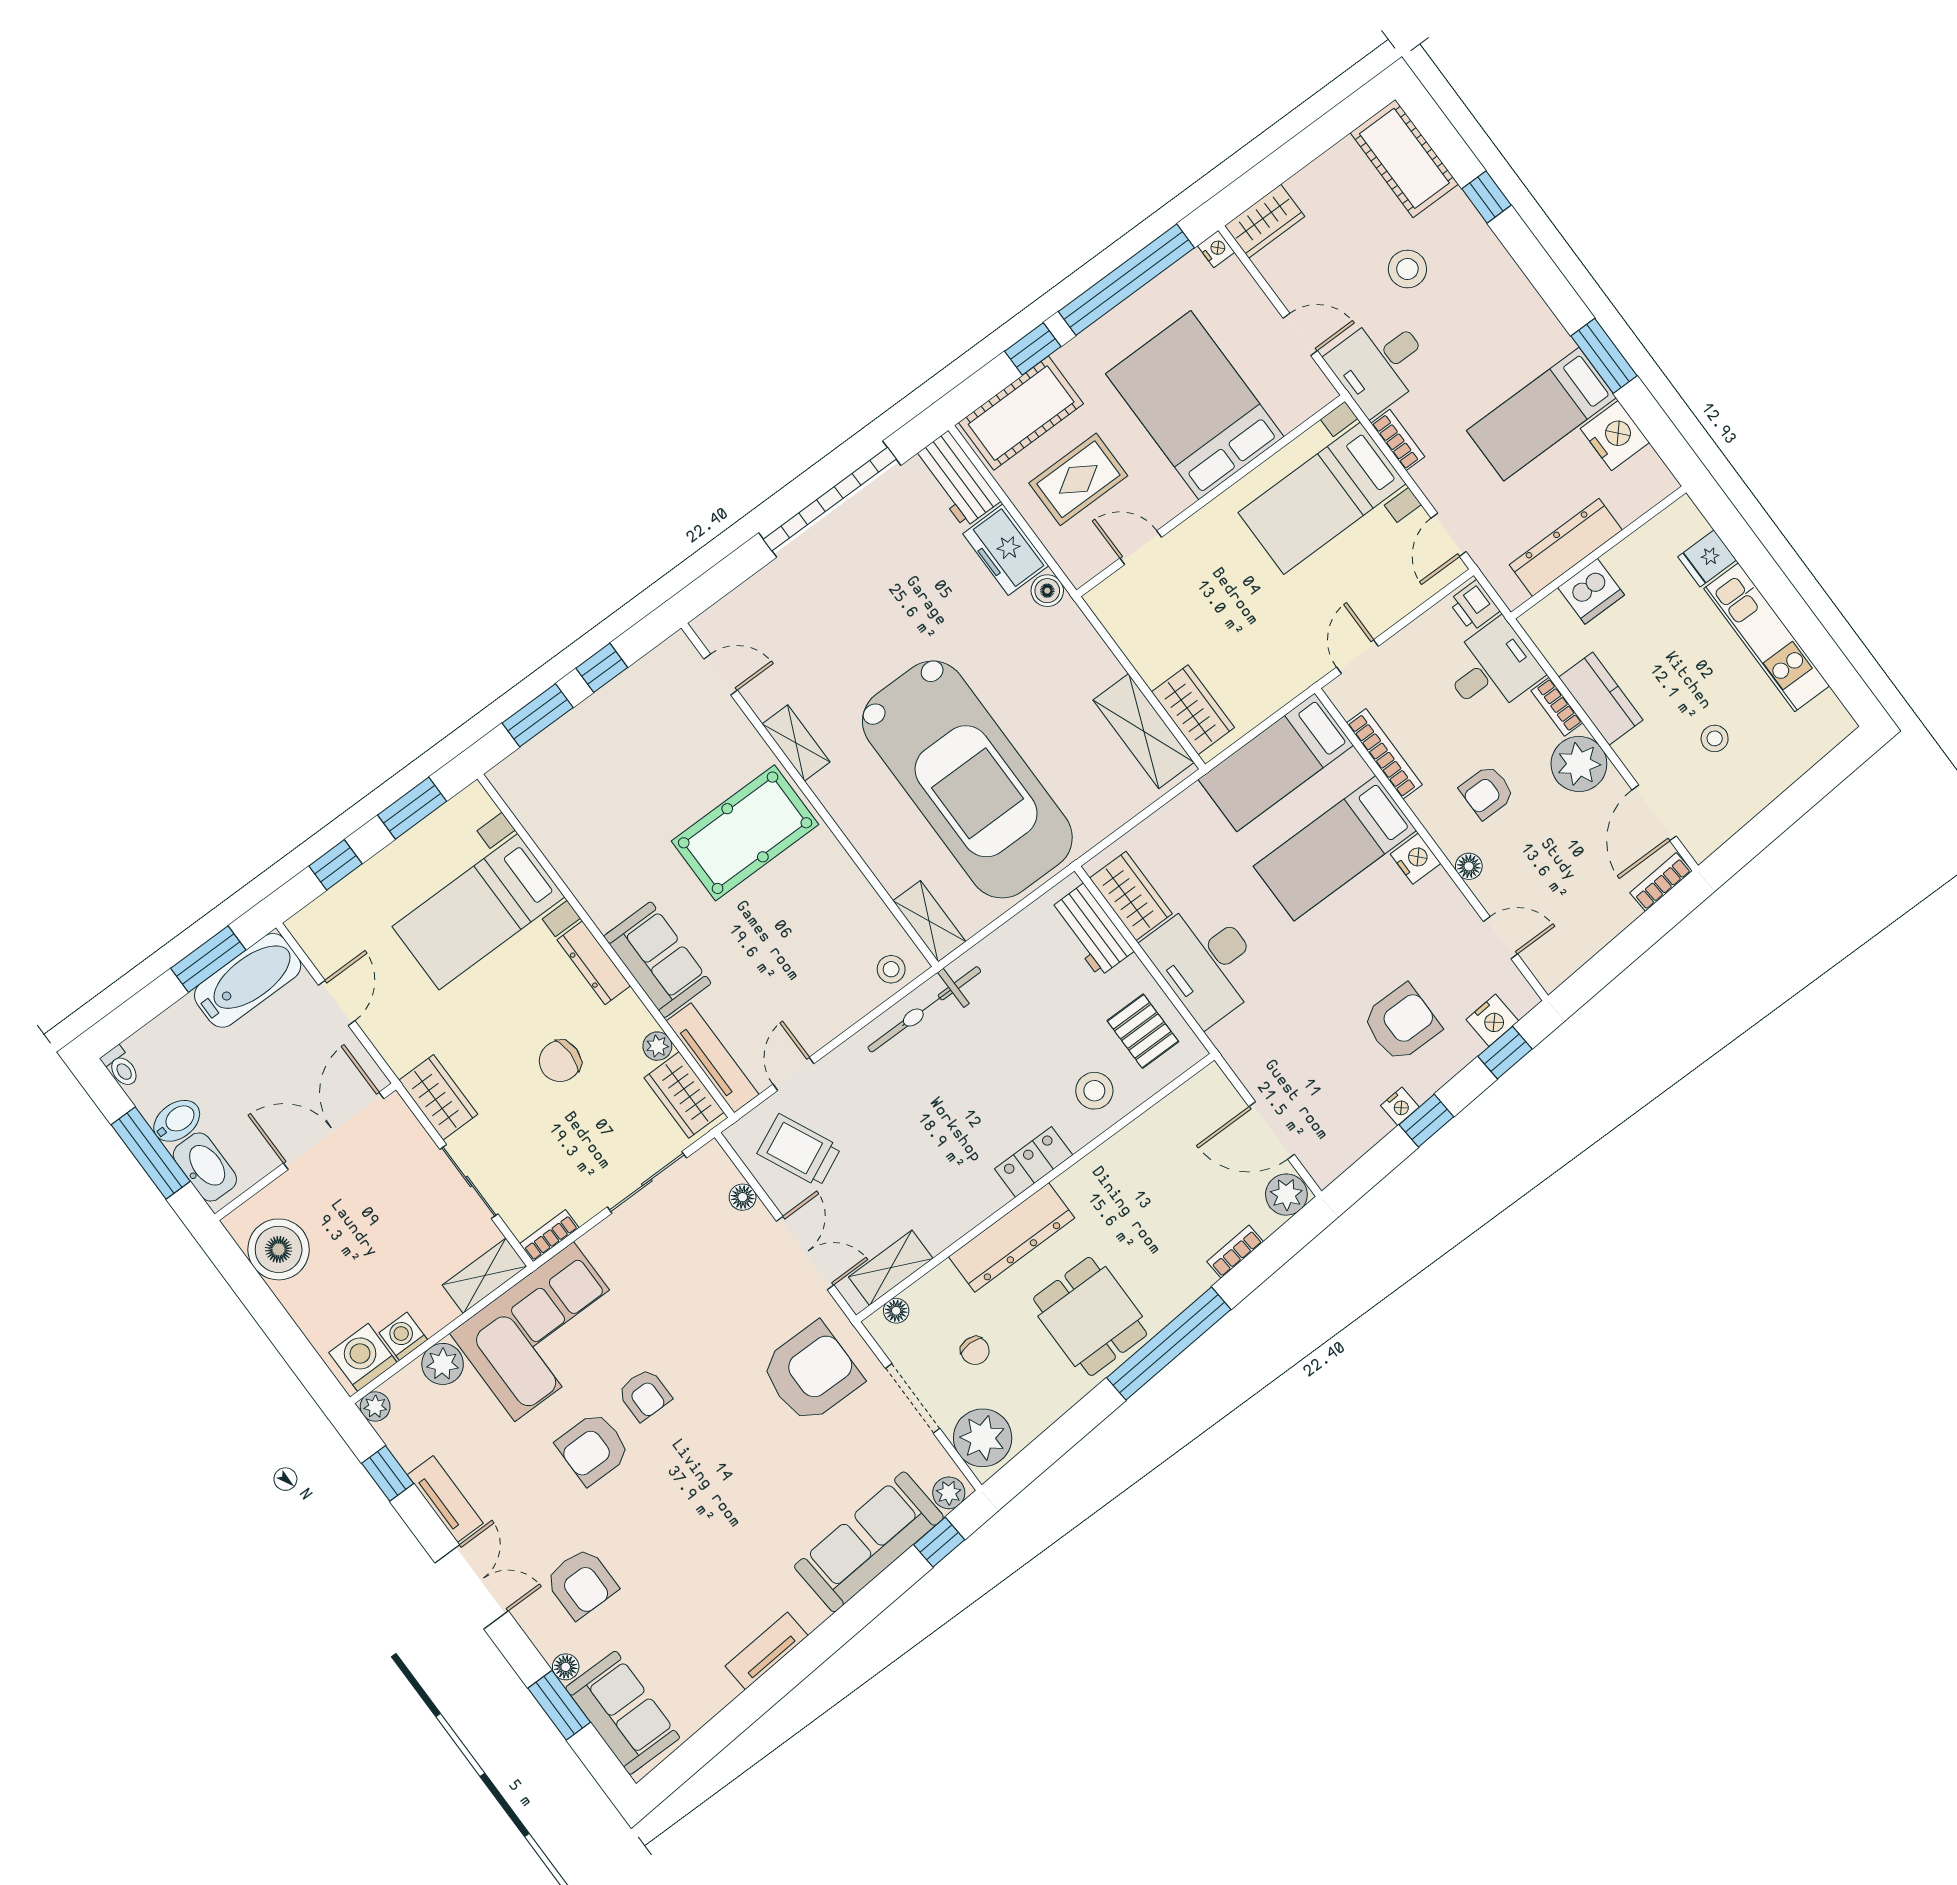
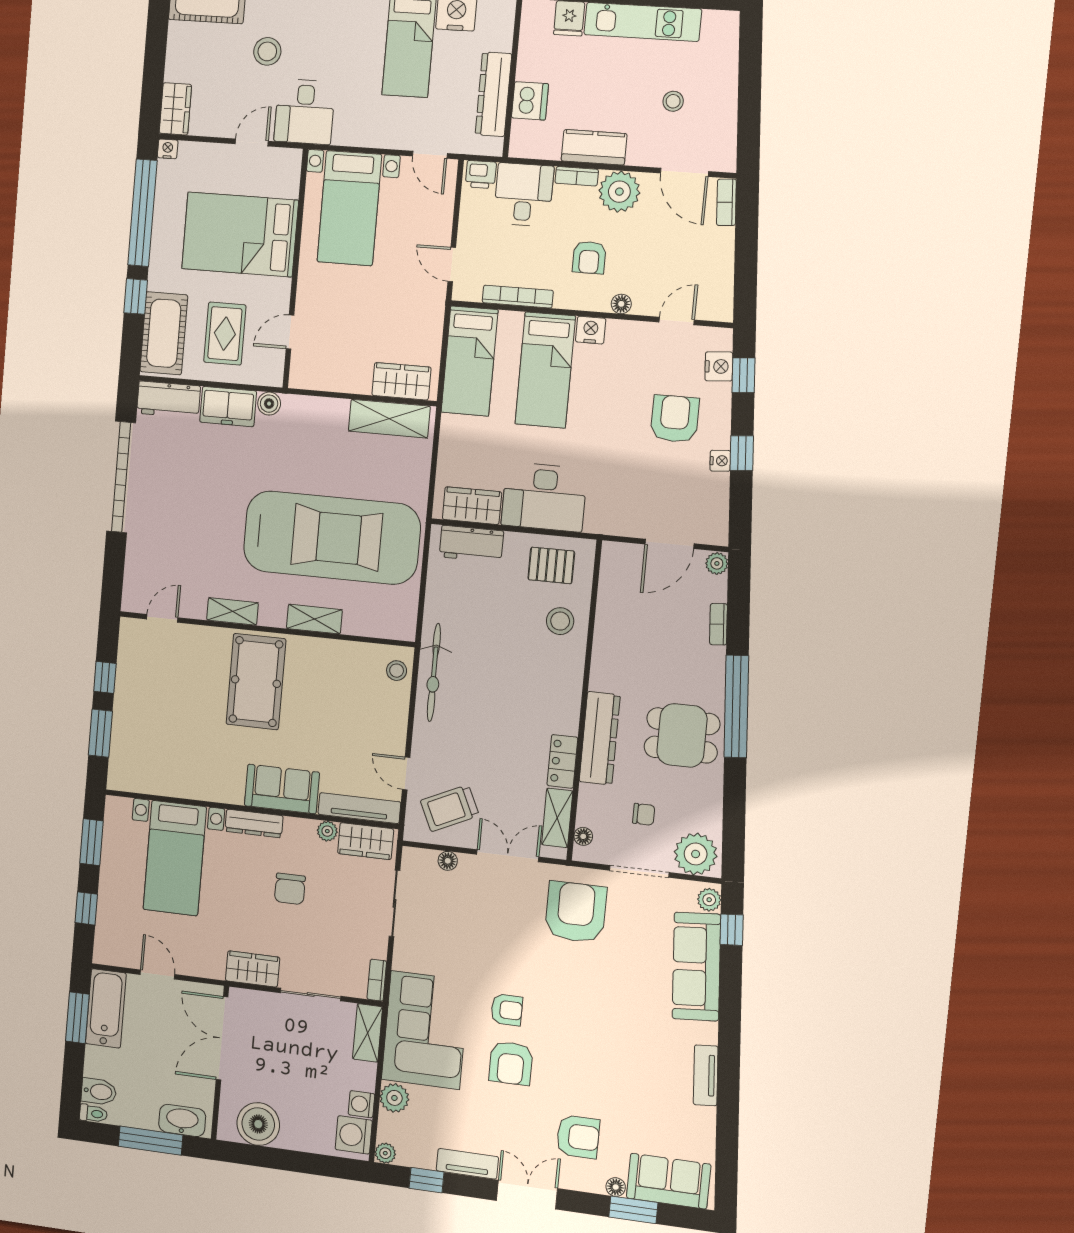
bookcase: (1398, 440) -> (354, 138), removed
shelving: (929, 921) -> (314, 619), moved
bidet: (177, 1121) -> (99, 1092), moved, turned 90
locker: (1034, 1162) -> (562, 761), moved
plant: (1286, 1195) -> (717, 563), width x0.73, depth x0.73

